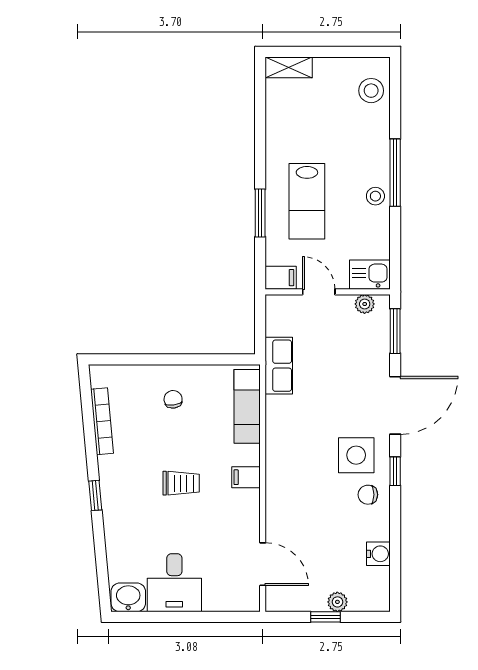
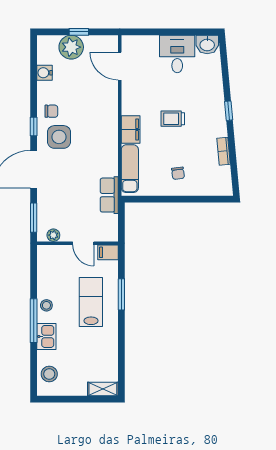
kitchen sink: (370, 275) -> (46, 336), moved, turned -90
bookcase: (102, 421) -> (224, 151), width x0.64
filing cabinet: (246, 477) -> (131, 129), width x2.00
plant: (337, 602) -> (71, 47), width x1.88, depth x1.88

